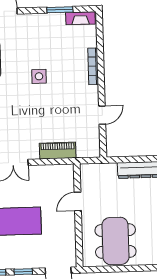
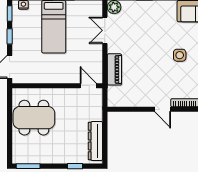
door: (102, 115) -> (163, 109), moved
door: (78, 201) -> (88, 86), moved

